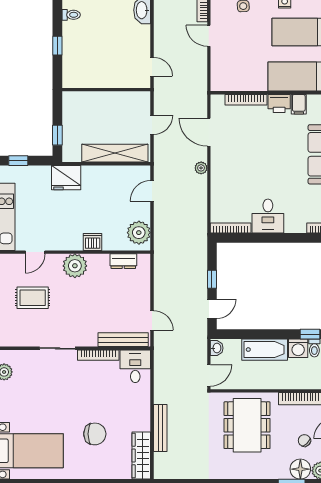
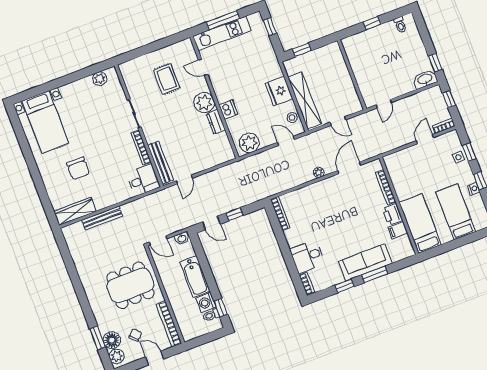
stool: (129, 174) -> (292, 118), added
fridge: (66, 178) -> (279, 91), moved
desk: (268, 216) -> (307, 257), moved
dresser: (123, 261) -> (216, 122), moved

